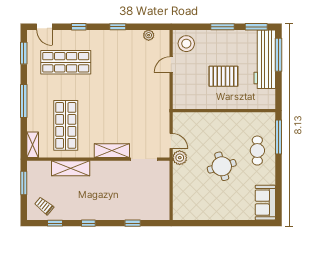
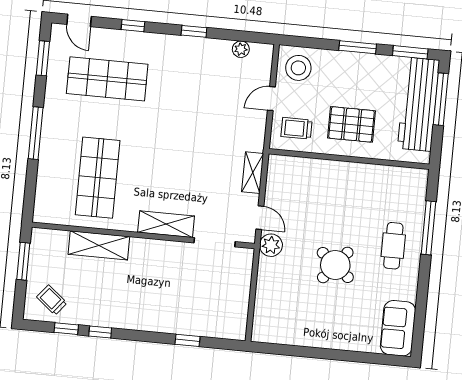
trolley: (189, 82) -> (297, 128), added
wall: (224, 111) -> (349, 159), moved
shelving: (33, 145) -> (253, 173), moved
round table: (222, 166) -> (335, 265), turned -35
window: (88, 223) -> (100, 332), moved

